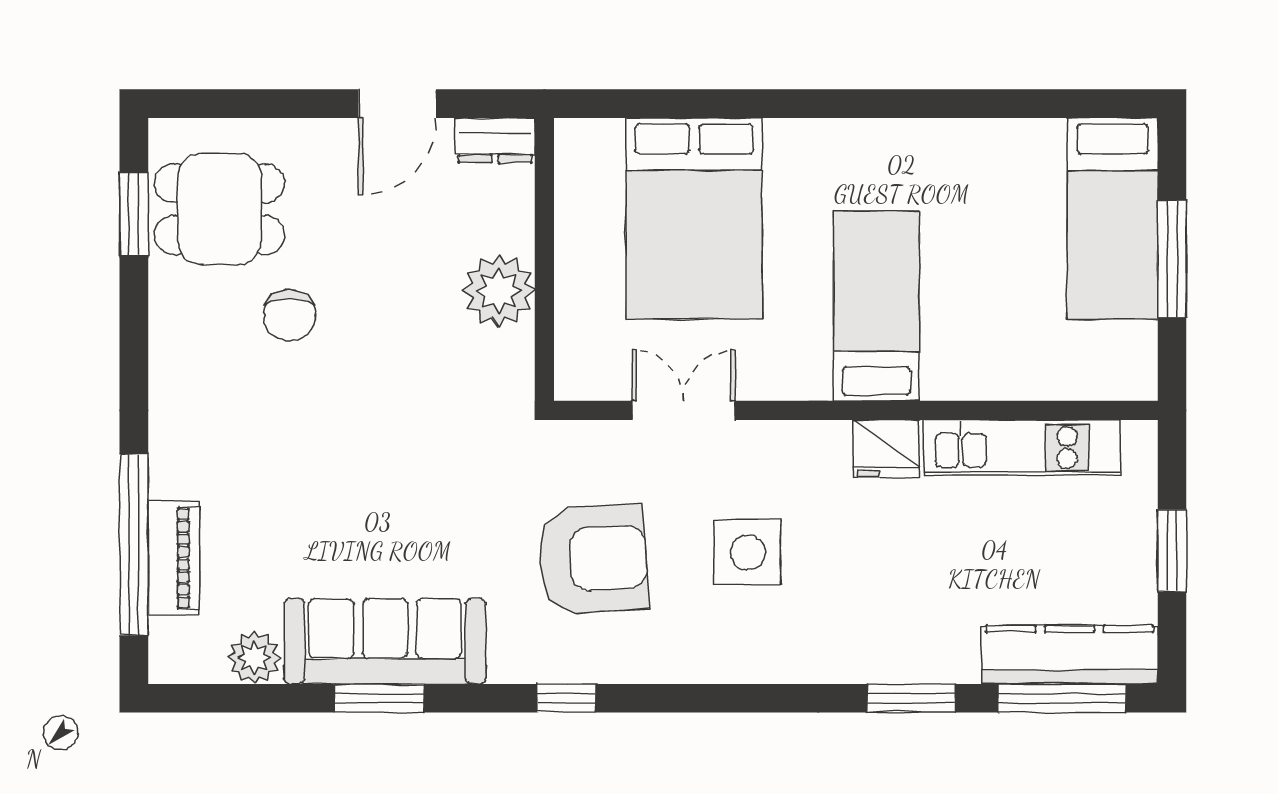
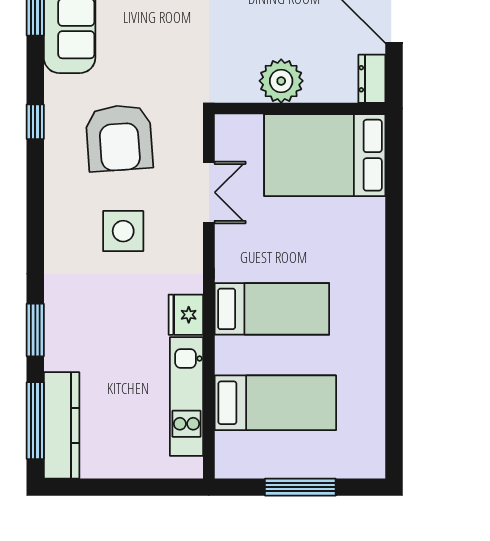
bed: (694, 218) -> (325, 155), moved
bed: (1113, 218) -> (275, 403), moved, turned 180
window: (1172, 551) -> (124, 487), removed

